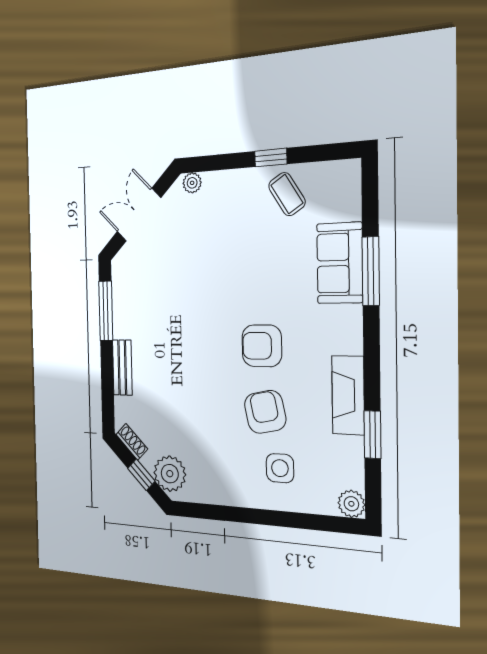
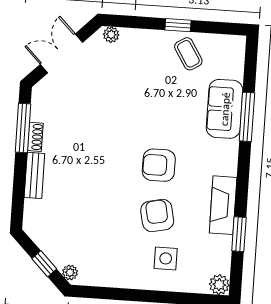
shoe rack: (132, 442) -> (35, 137), moved, turned 45
plant: (170, 474) -> (70, 272), width x0.53, depth x0.53

